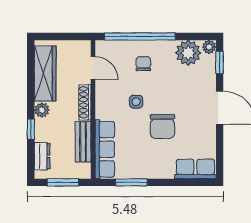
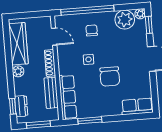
window: (31, 129) -> (13, 106), moved

